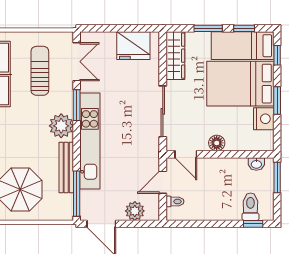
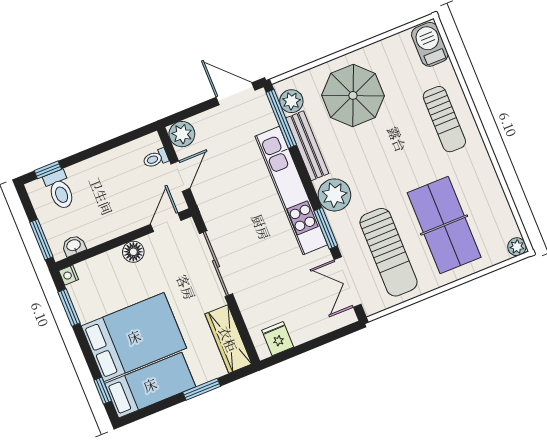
window: (244, 28) -> (157, 407), removed
fridge: (133, 46) -> (278, 339), width x0.53, depth x0.75
sun lounger: (40, 71) -> (388, 252), width x1.36, depth x1.34
window: (277, 100) -> (69, 308), moved
nightstand: (264, 119) -> (69, 275), moved, width x0.53, depth x0.56
door: (186, 154) -> (166, 222), hinge flipped
plant: (65, 203) -> (291, 101), added
plant: (135, 211) -> (182, 134), moved

